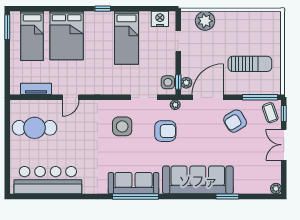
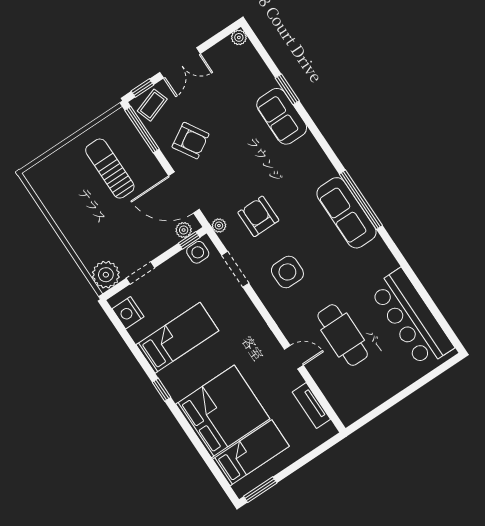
plant: (205, 21) -> (106, 275), moved
bed: (67, 36) -> (223, 411), width x1.36
cafe table: (35, 128) -> (343, 335), moved
sofa: (198, 180) -> (282, 116), width x0.54, depth x0.79

